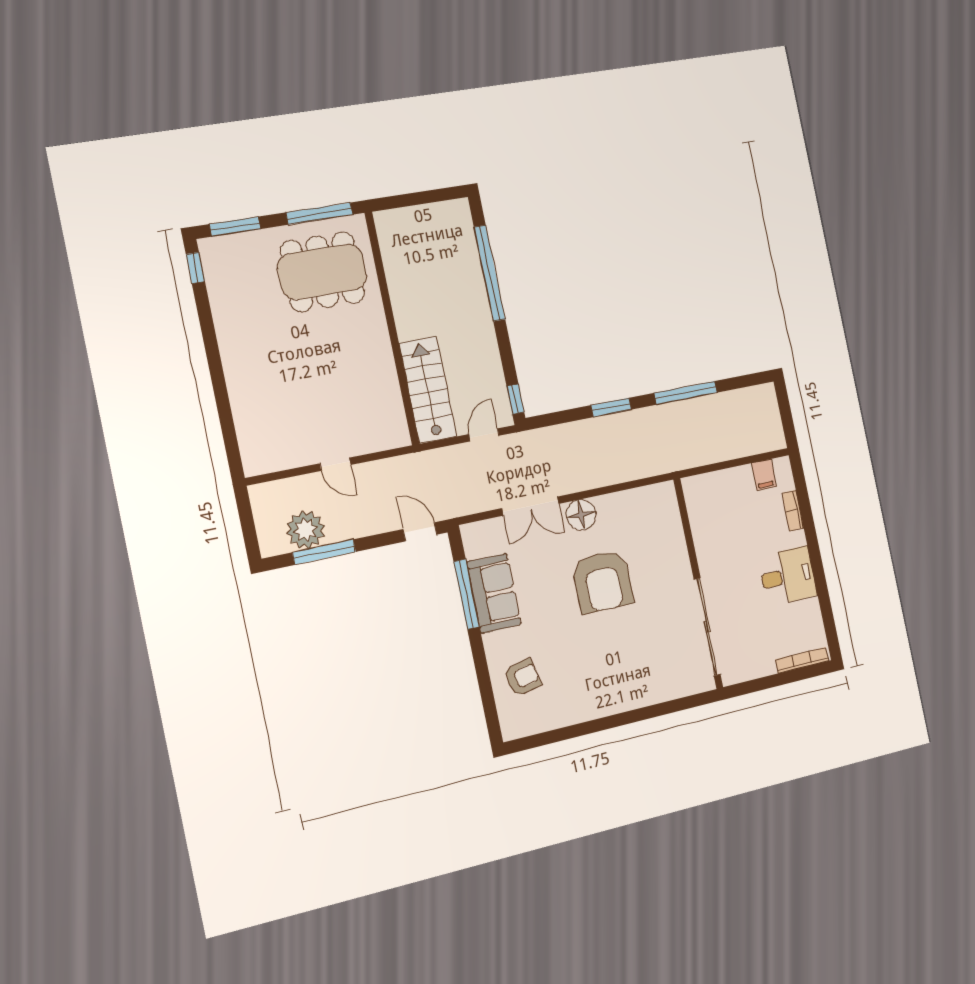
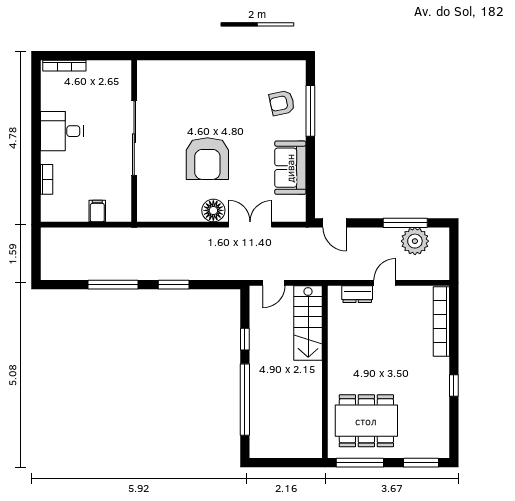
window: (195, 268) -> (454, 386), moved
window: (515, 399) -> (245, 339), moved
bookcase: (246, 426) -> (441, 321), added
dresser: (370, 441) -> (357, 294), added
door: (335, 464) -> (385, 283), hinge flipped
filing cabinet: (764, 475) -> (97, 211), moved
armchair: (603, 581) -> (207, 159), turned 180
window: (467, 594) -> (310, 111), moved
sliding door: (707, 627) -> (134, 138), moved

